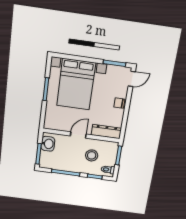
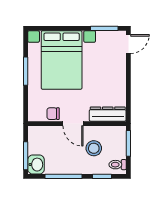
chair: (119, 103) -> (53, 114), moved
door: (78, 135) -> (73, 124), swing flipped
washbasin: (48, 144) -> (36, 165), moved

